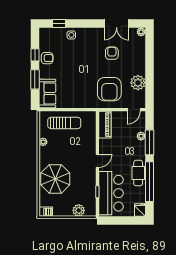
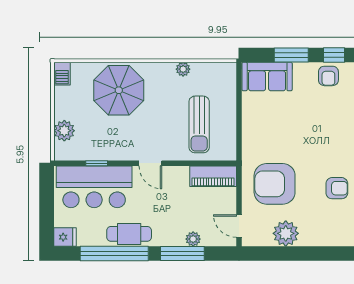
sun lounger: (64, 123) -> (199, 124), moved

